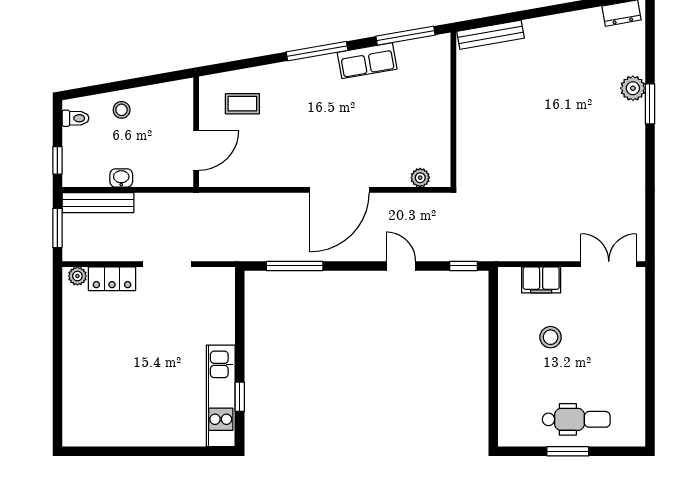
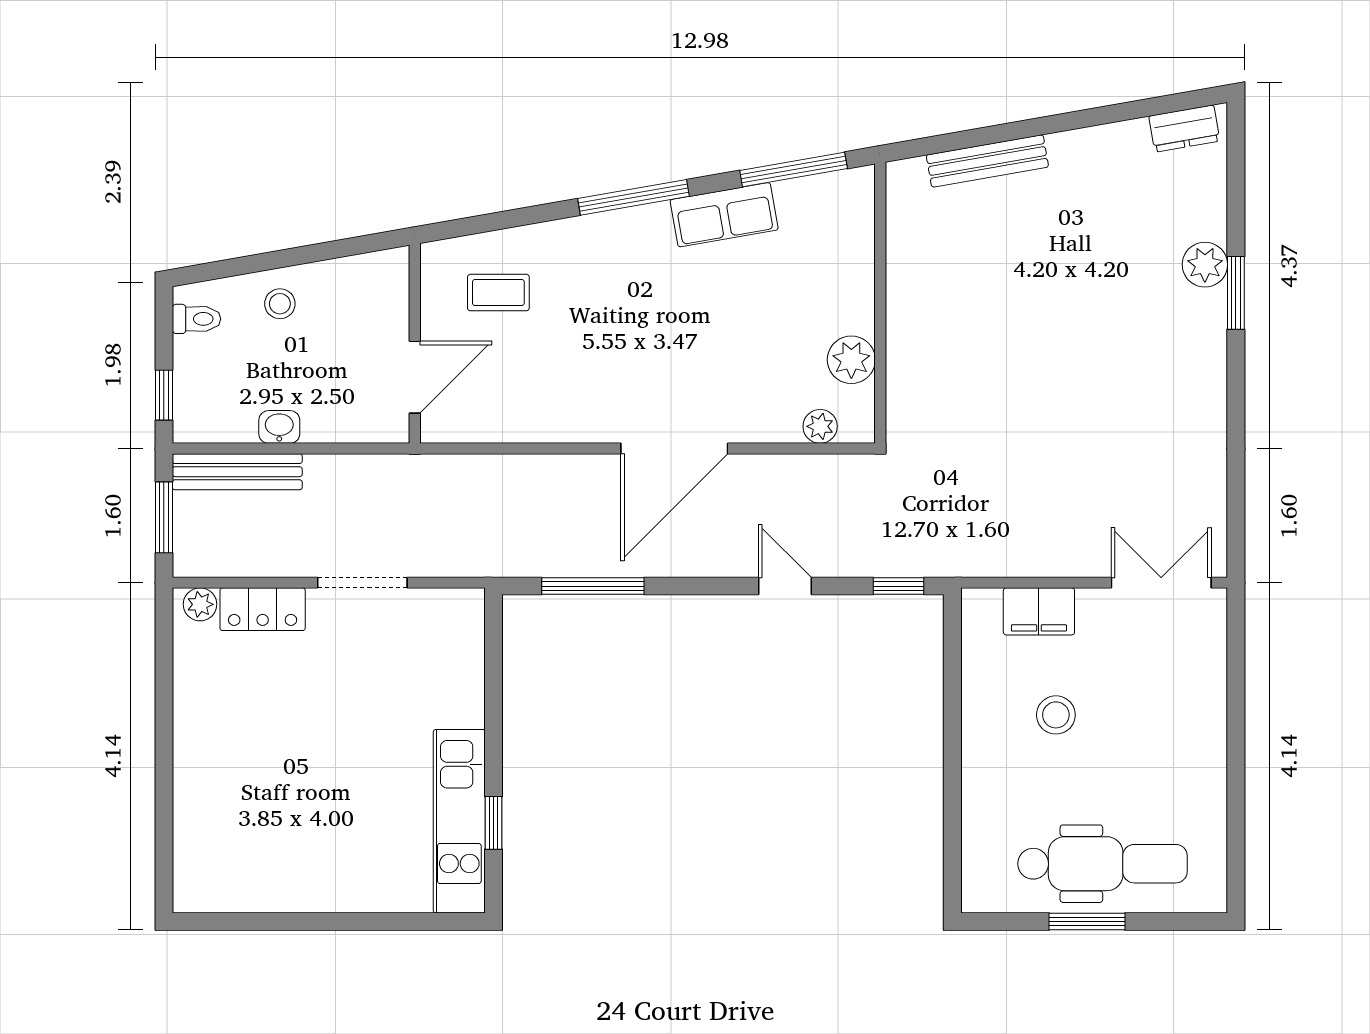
bench: (491, 35) -> (987, 161), moved
plant: (437, 141) -> (851, 360), added
dental chair: (576, 419) -> (1103, 864), width x1.36, depth x1.38

